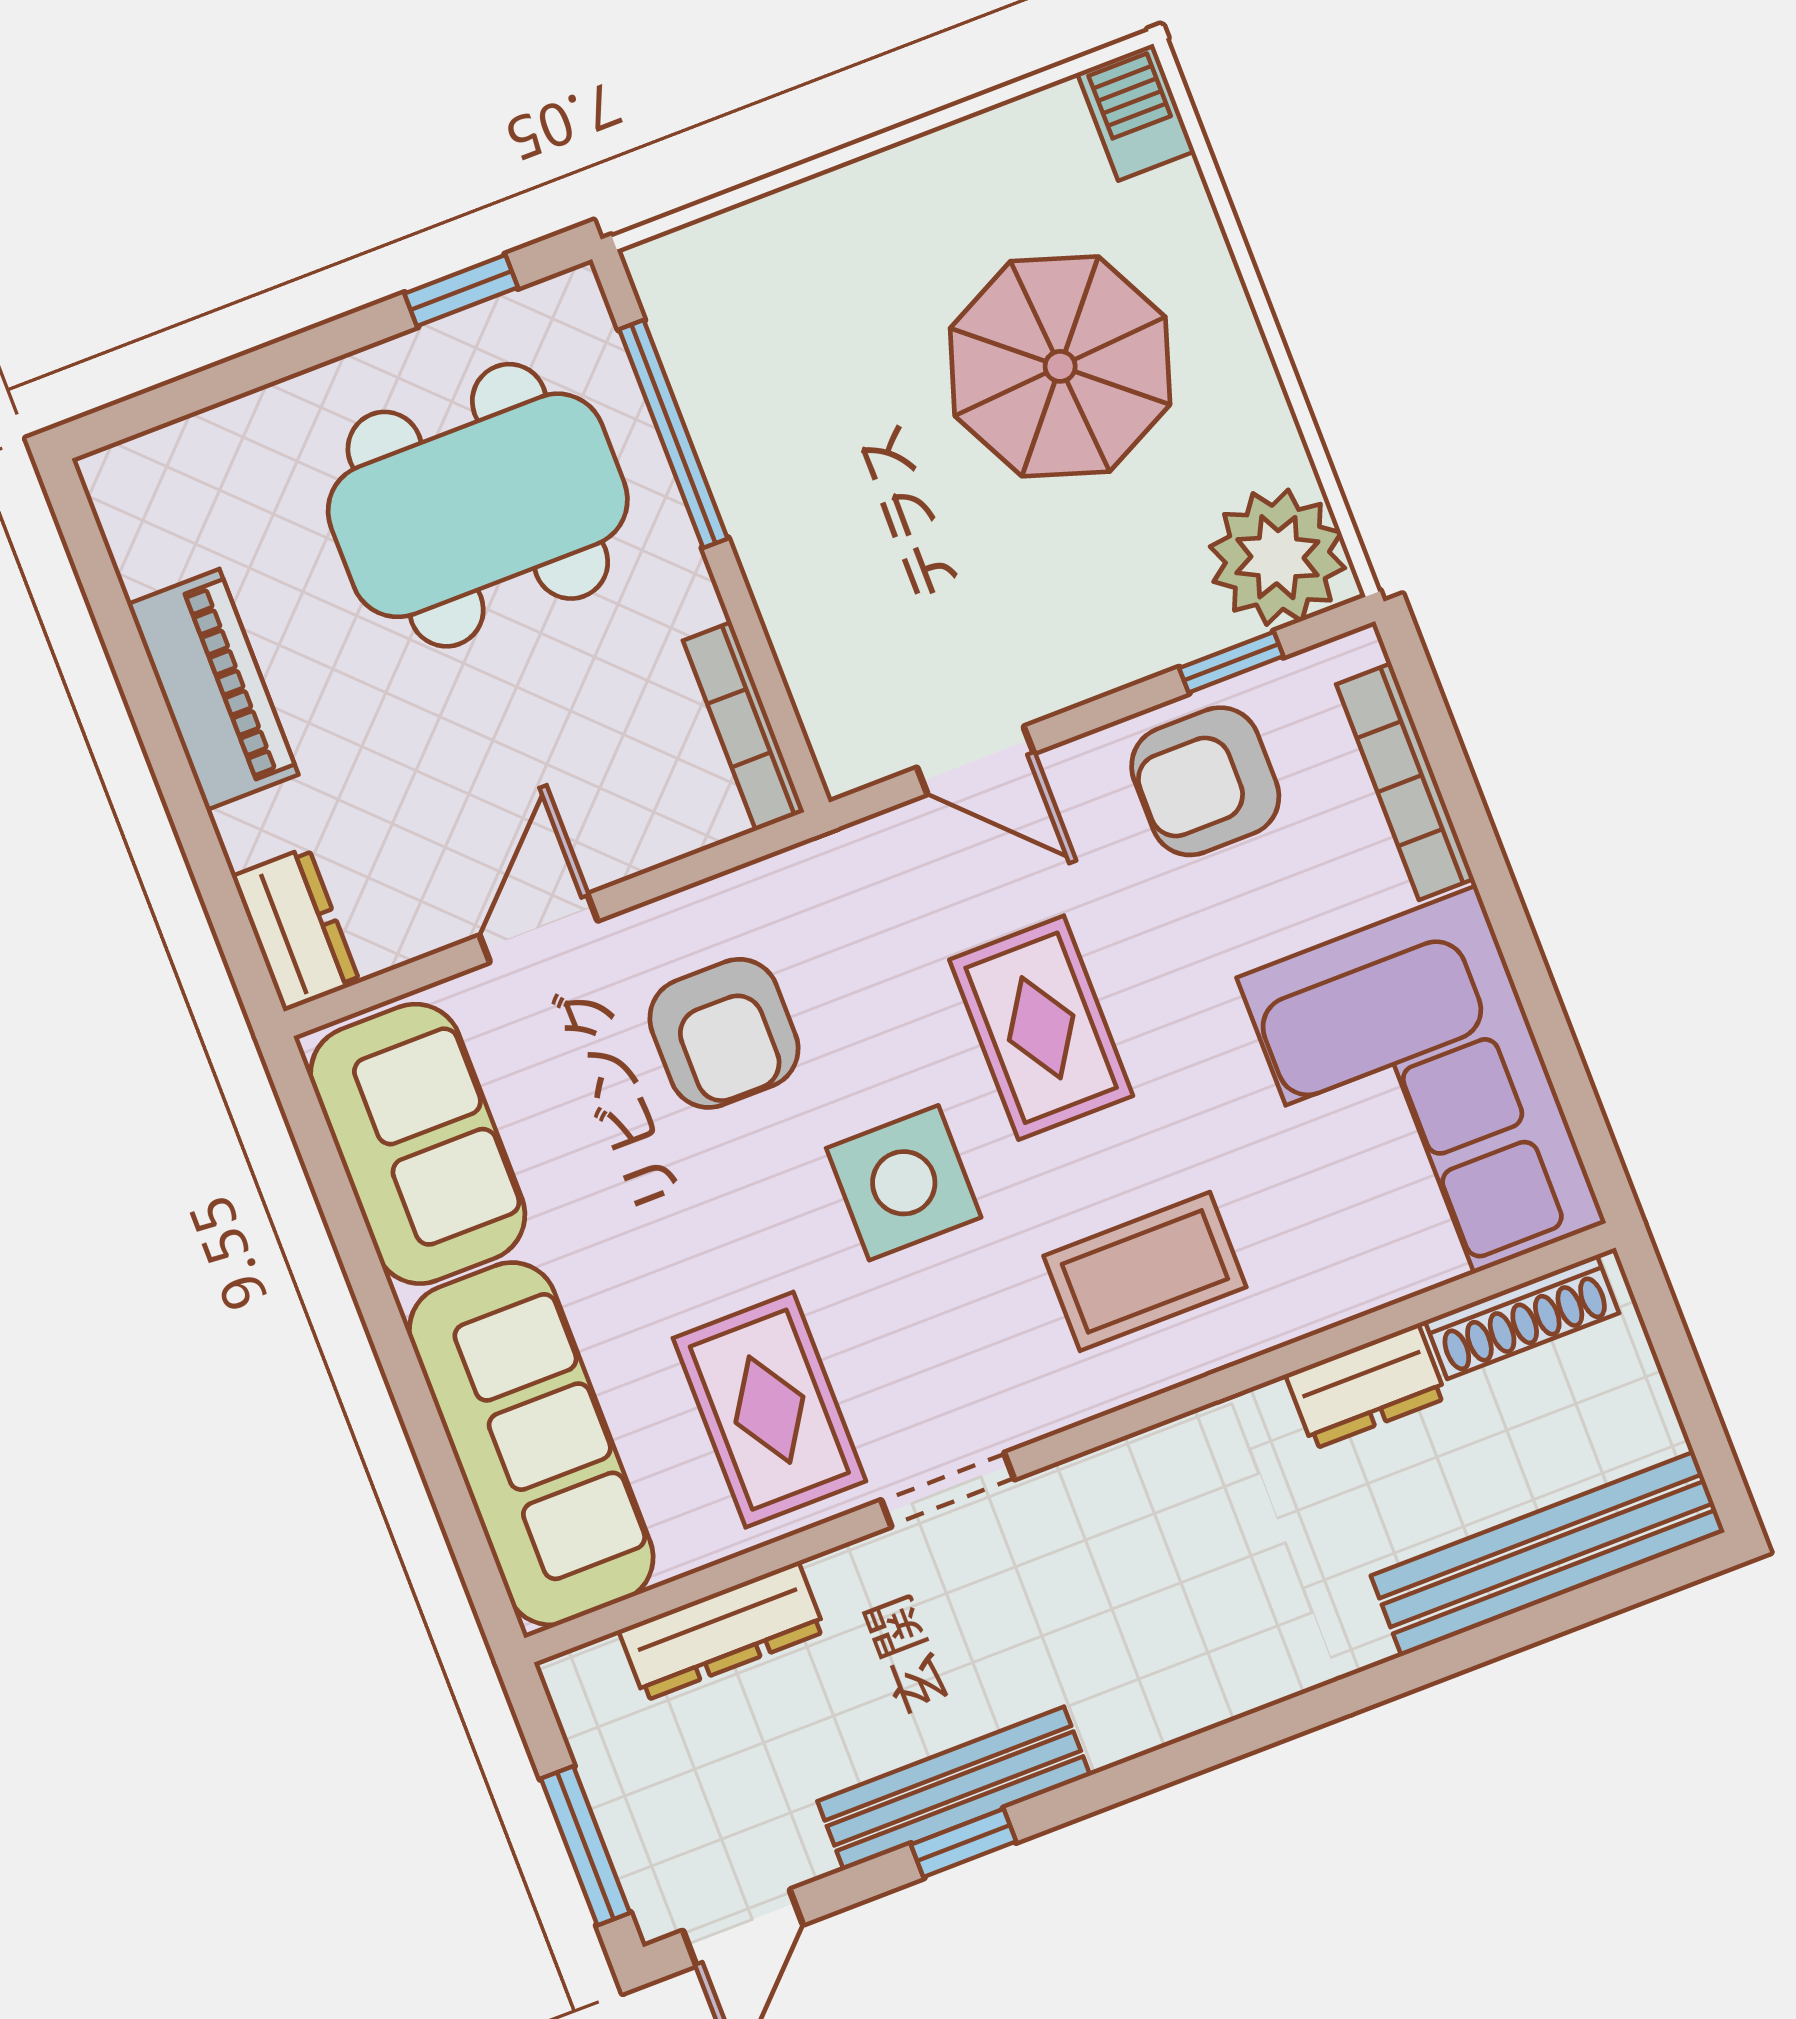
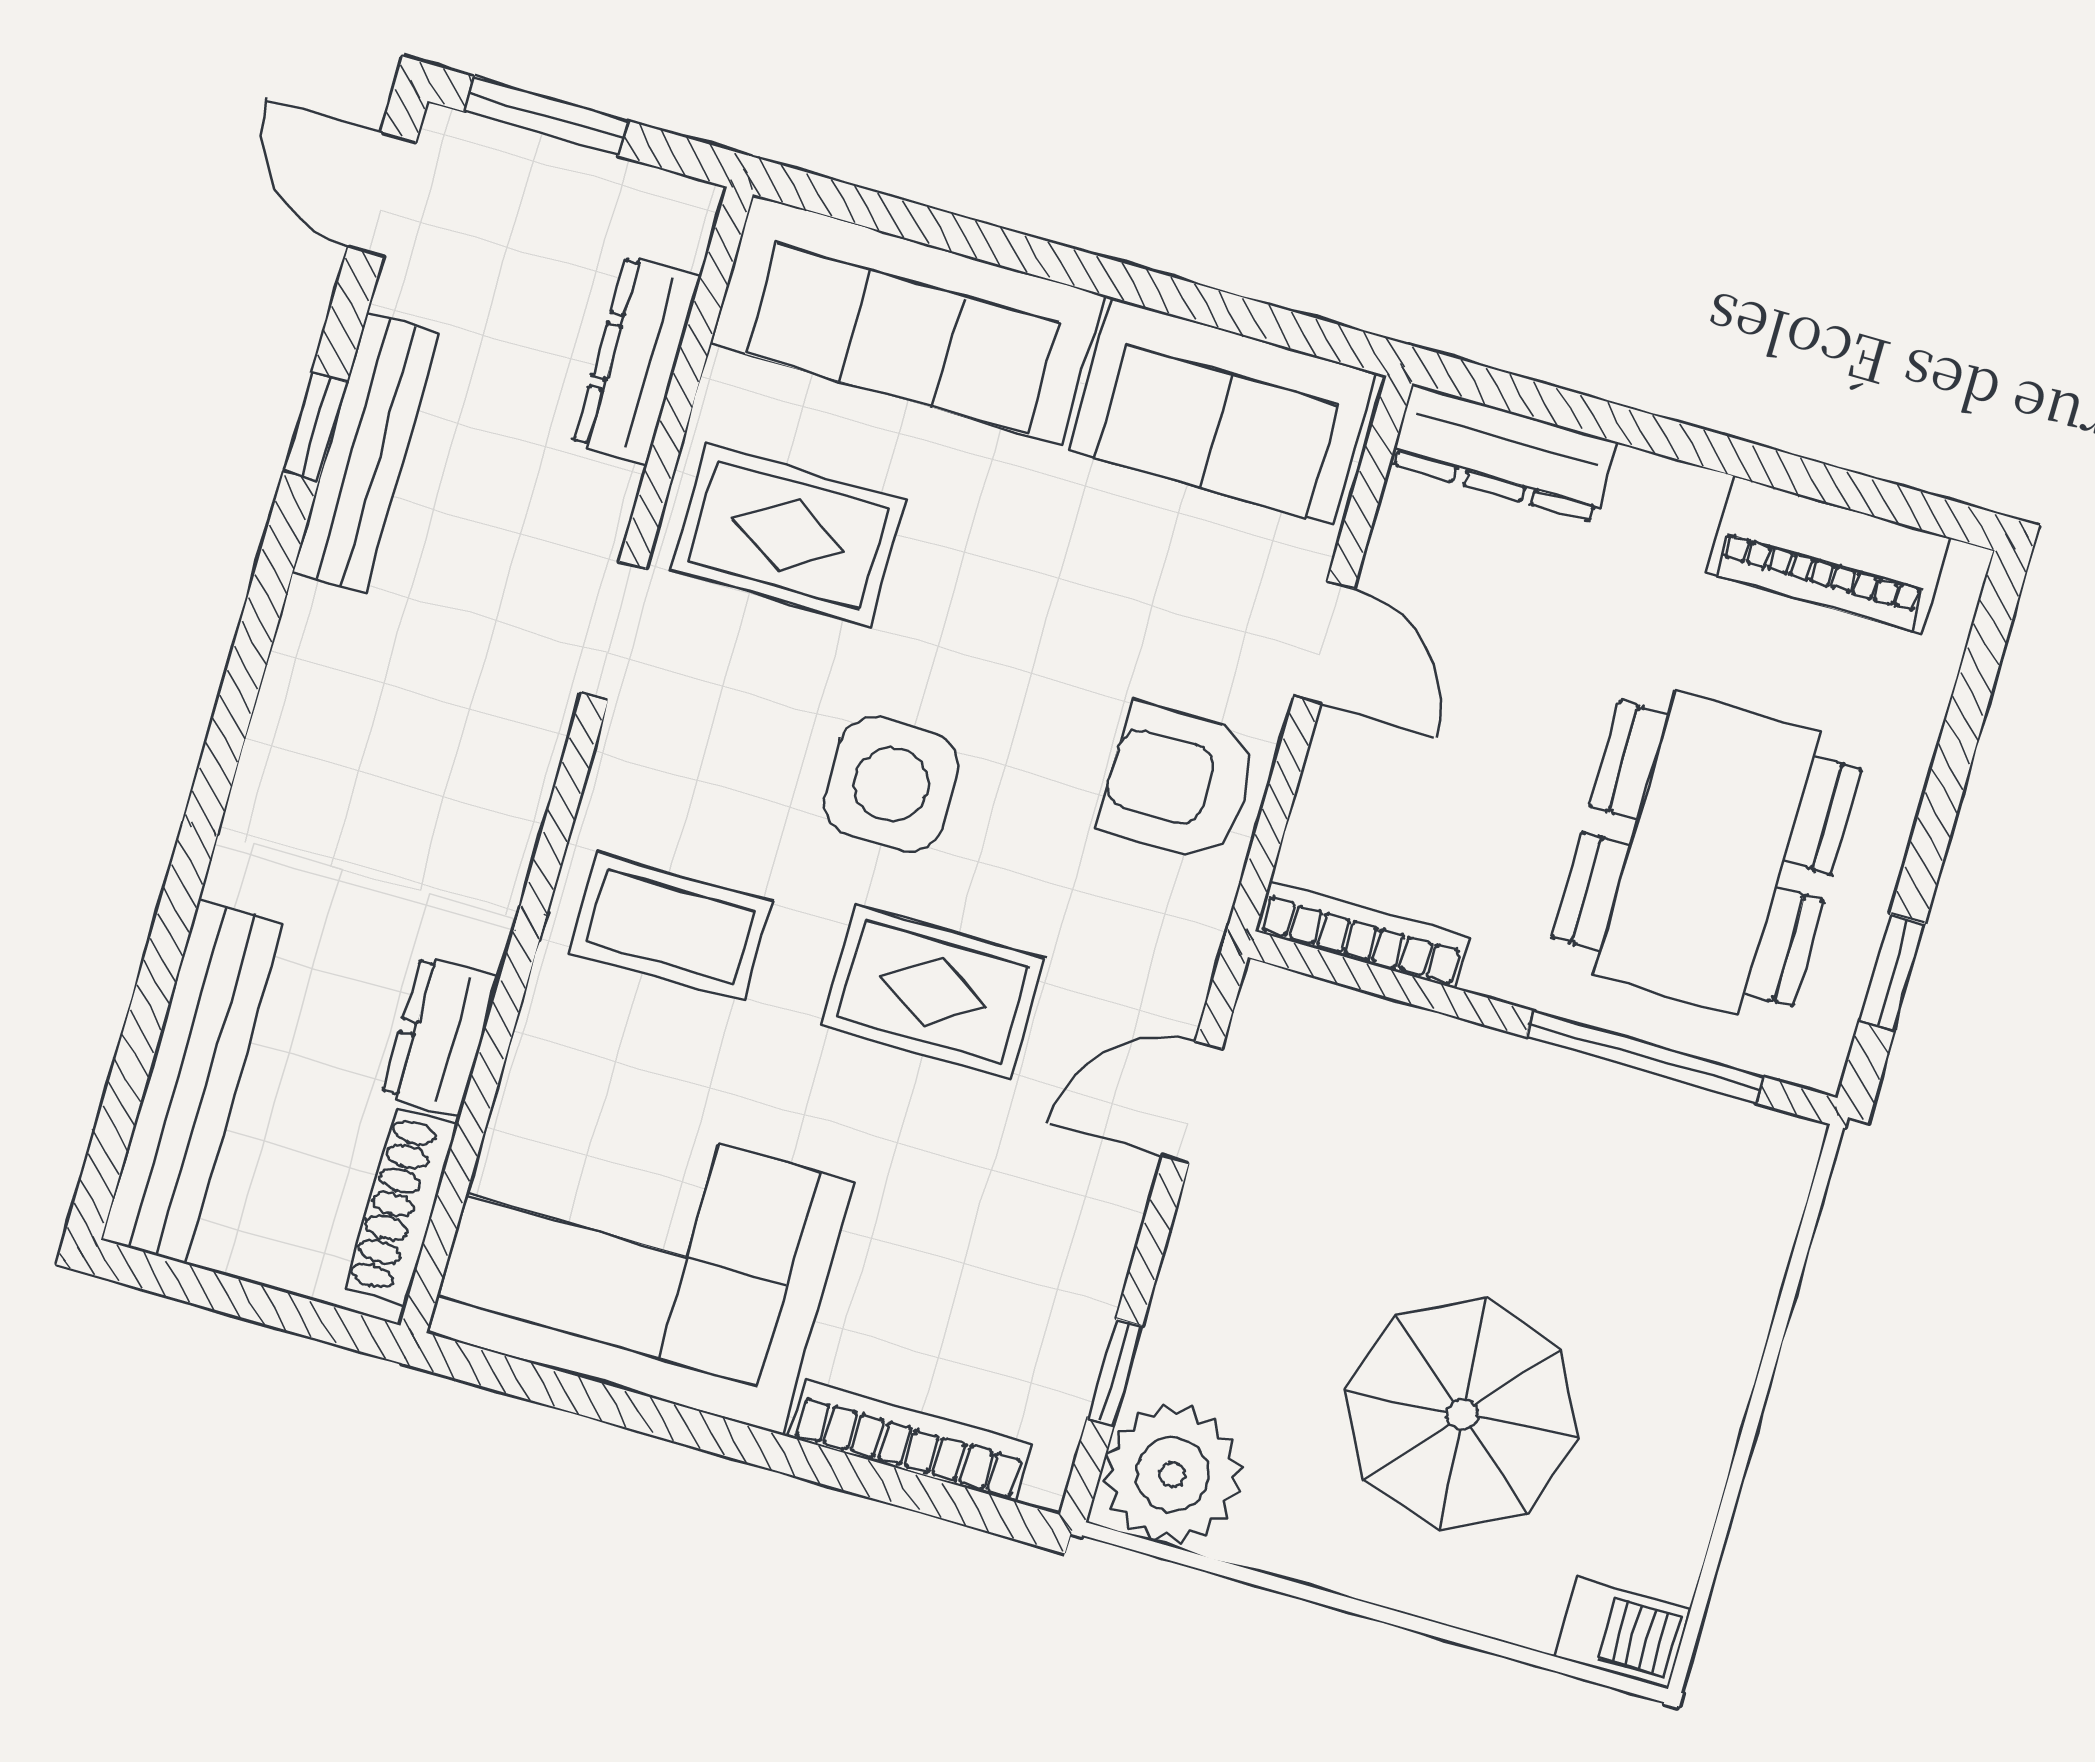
piano: (213, 689) -> (1828, 555), moved
armchair: (1205, 781) -> (1034, 1277), removed
dresser: (296, 929) -> (1504, 453), width x1.44
armchair: (724, 1033) -> (1179, 782), moved
coffee table: (1145, 1271) -> (670, 927), turned 90

